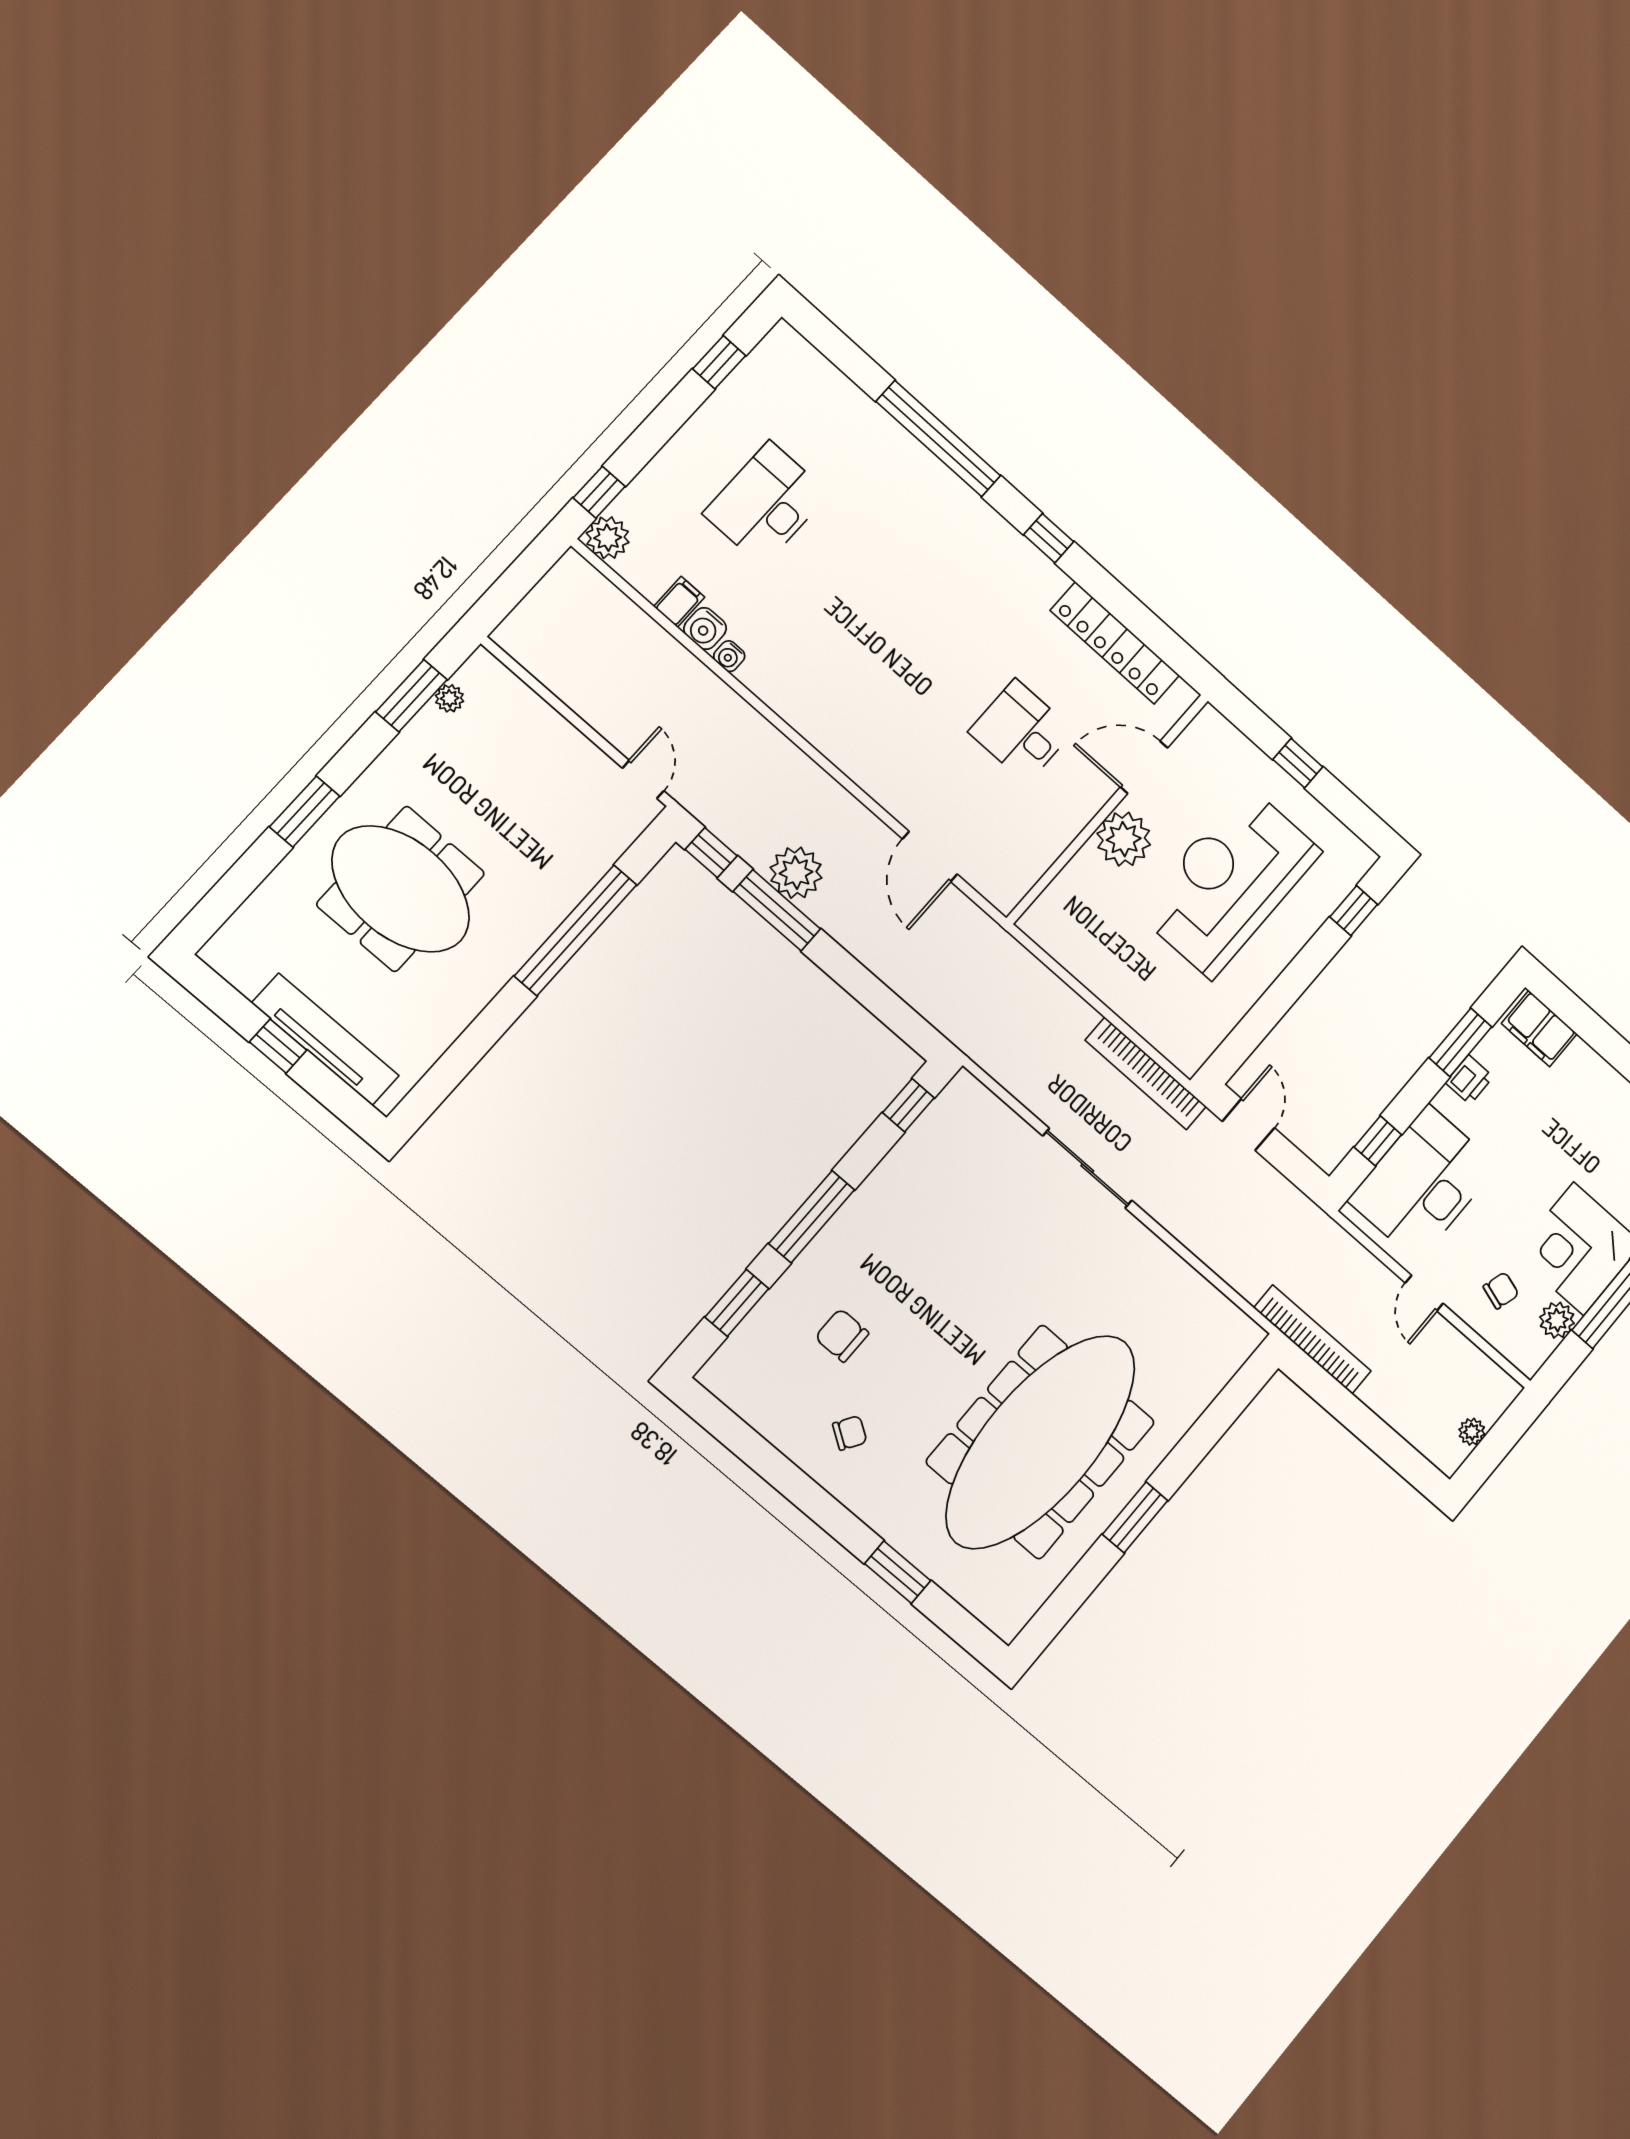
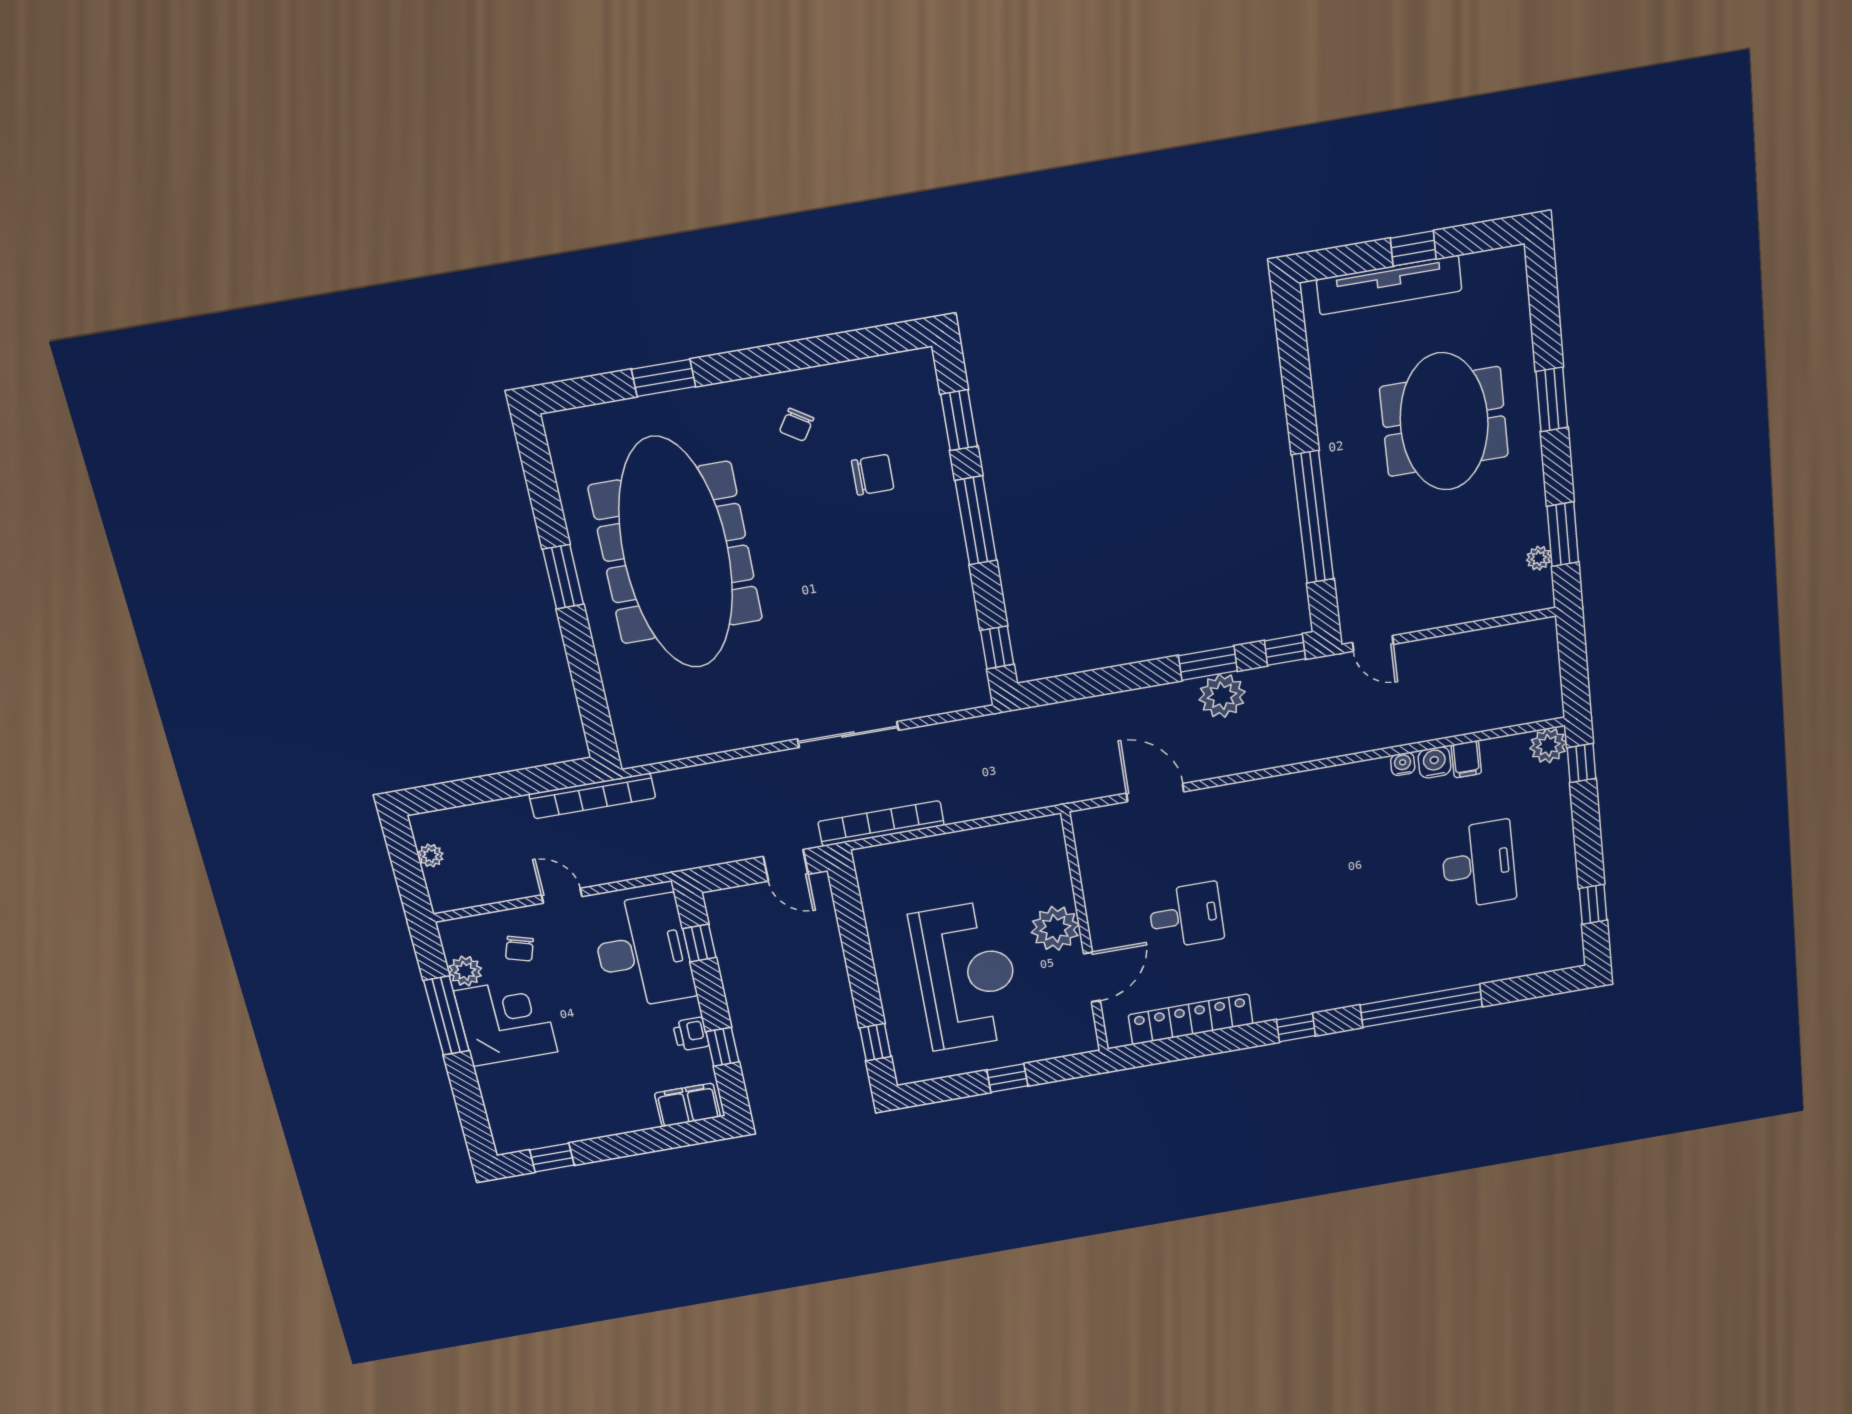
meeting table: (401, 889) -> (1444, 422), turned 90
window: (777, 910) -> (1208, 663), width x0.69
window: (1460, 1042) -> (722, 1047), width x0.67

